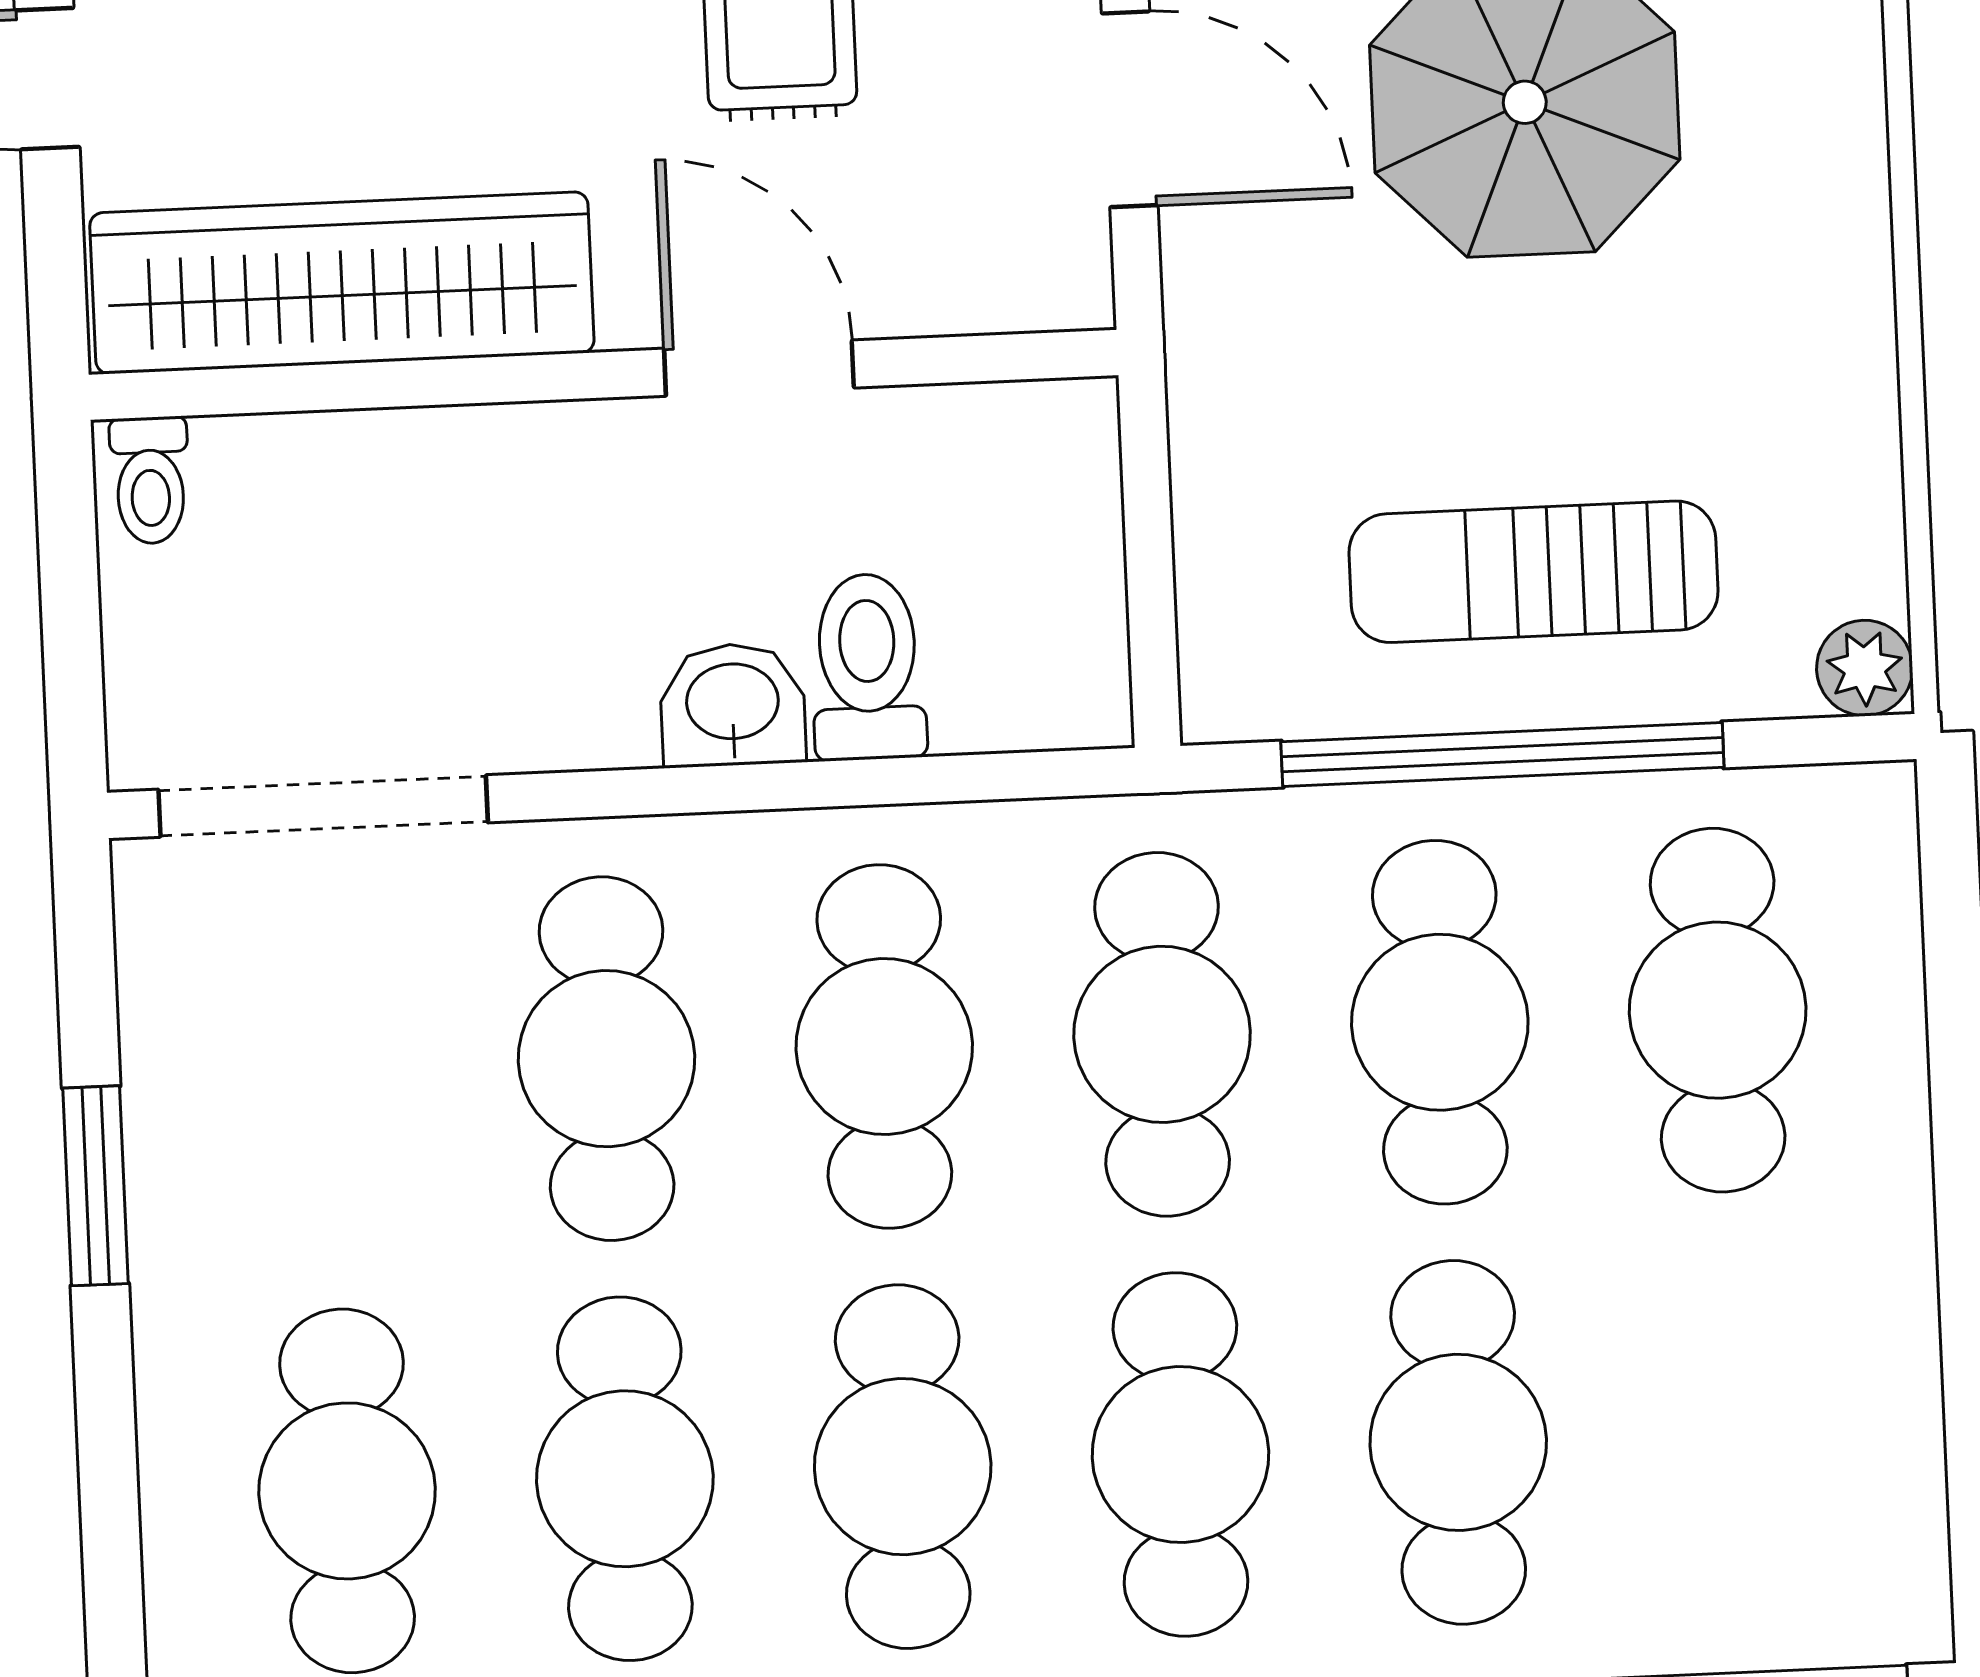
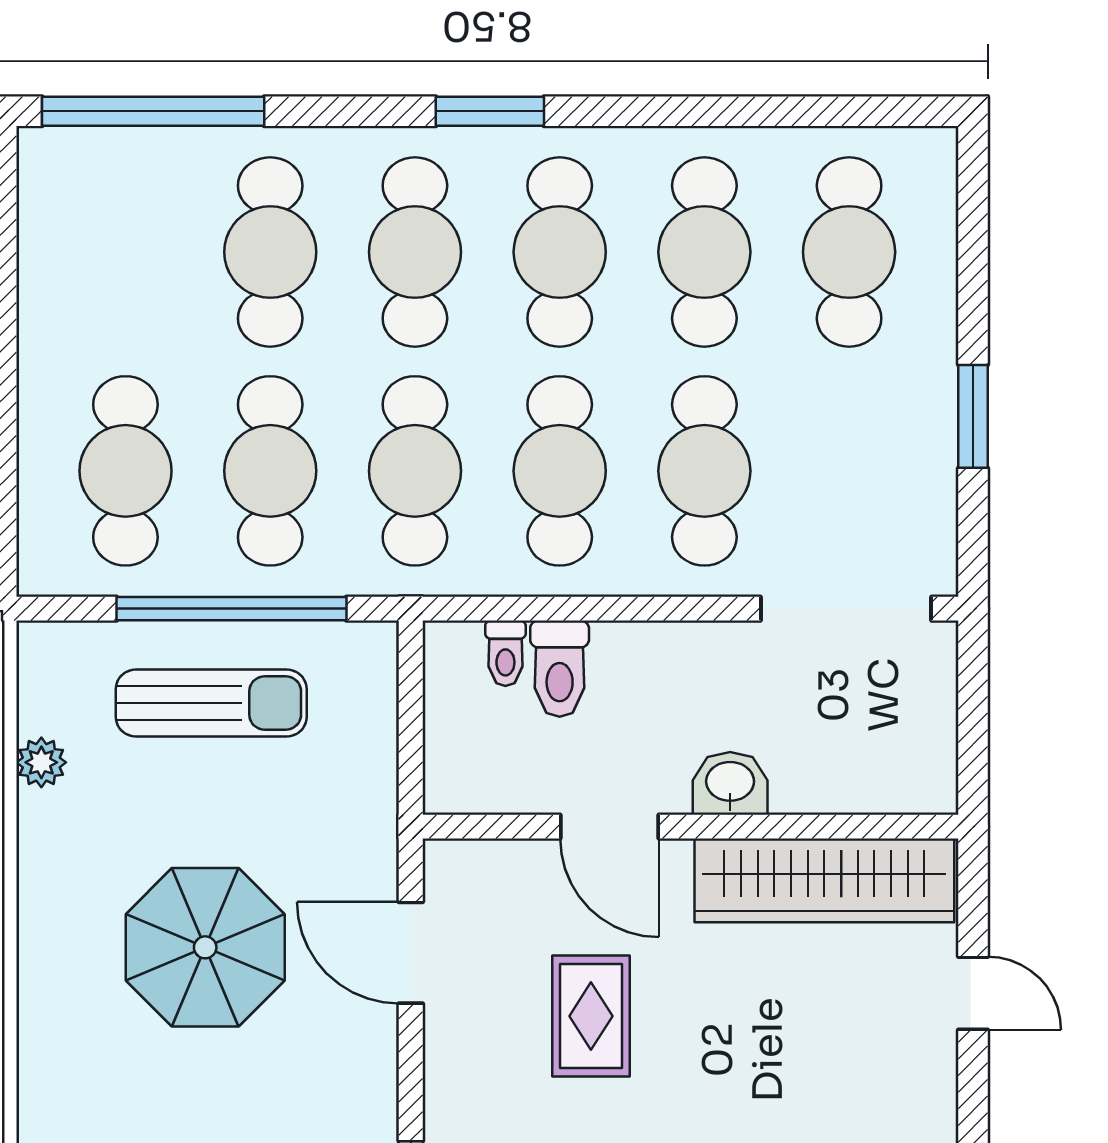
toilet: (150, 480) -> (505, 653), moved, turned 180
plant: (1865, 668) -> (41, 762), moved
washbasin: (733, 705) -> (730, 783), moved, turned 180

